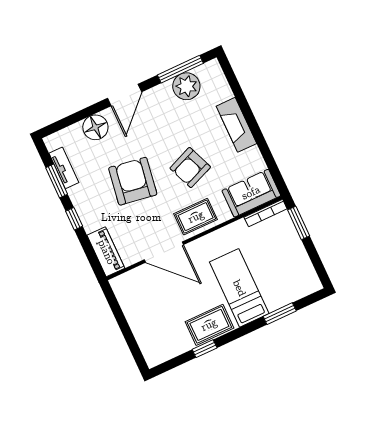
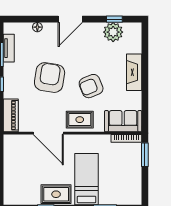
window: (180, 69) -> (114, 19), width x0.46
floor lamp: (95, 127) -> (37, 27), width x0.53, depth x0.53

